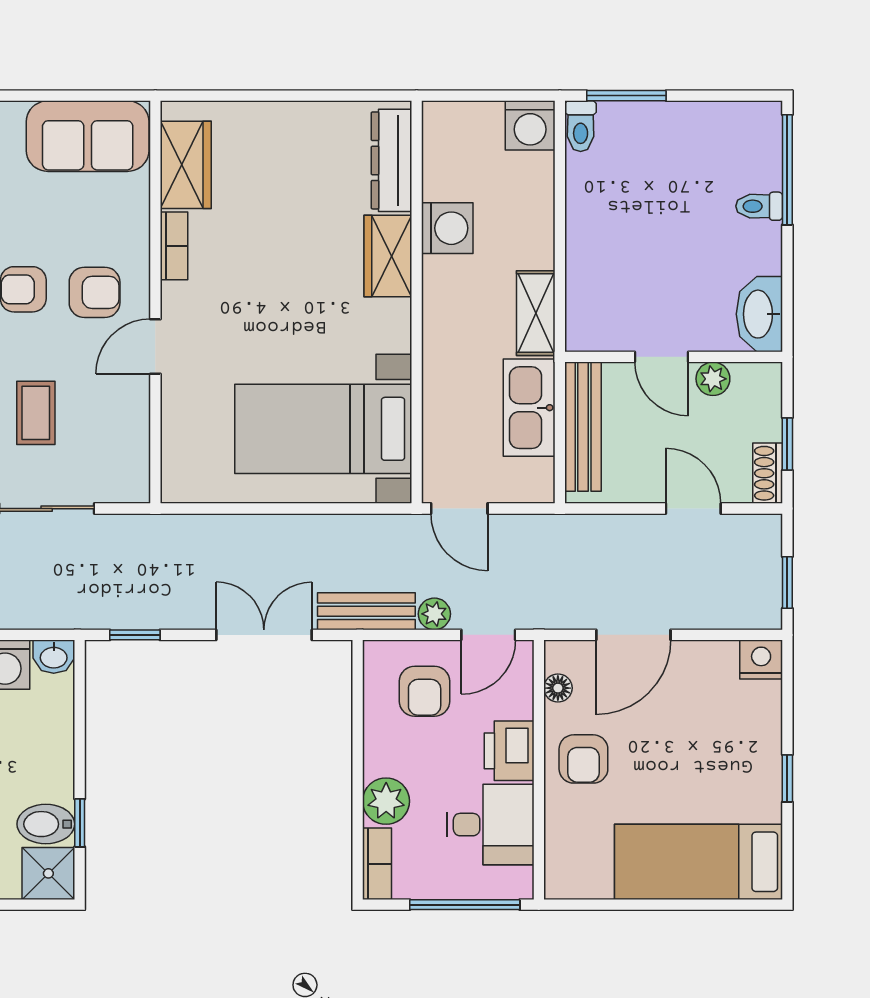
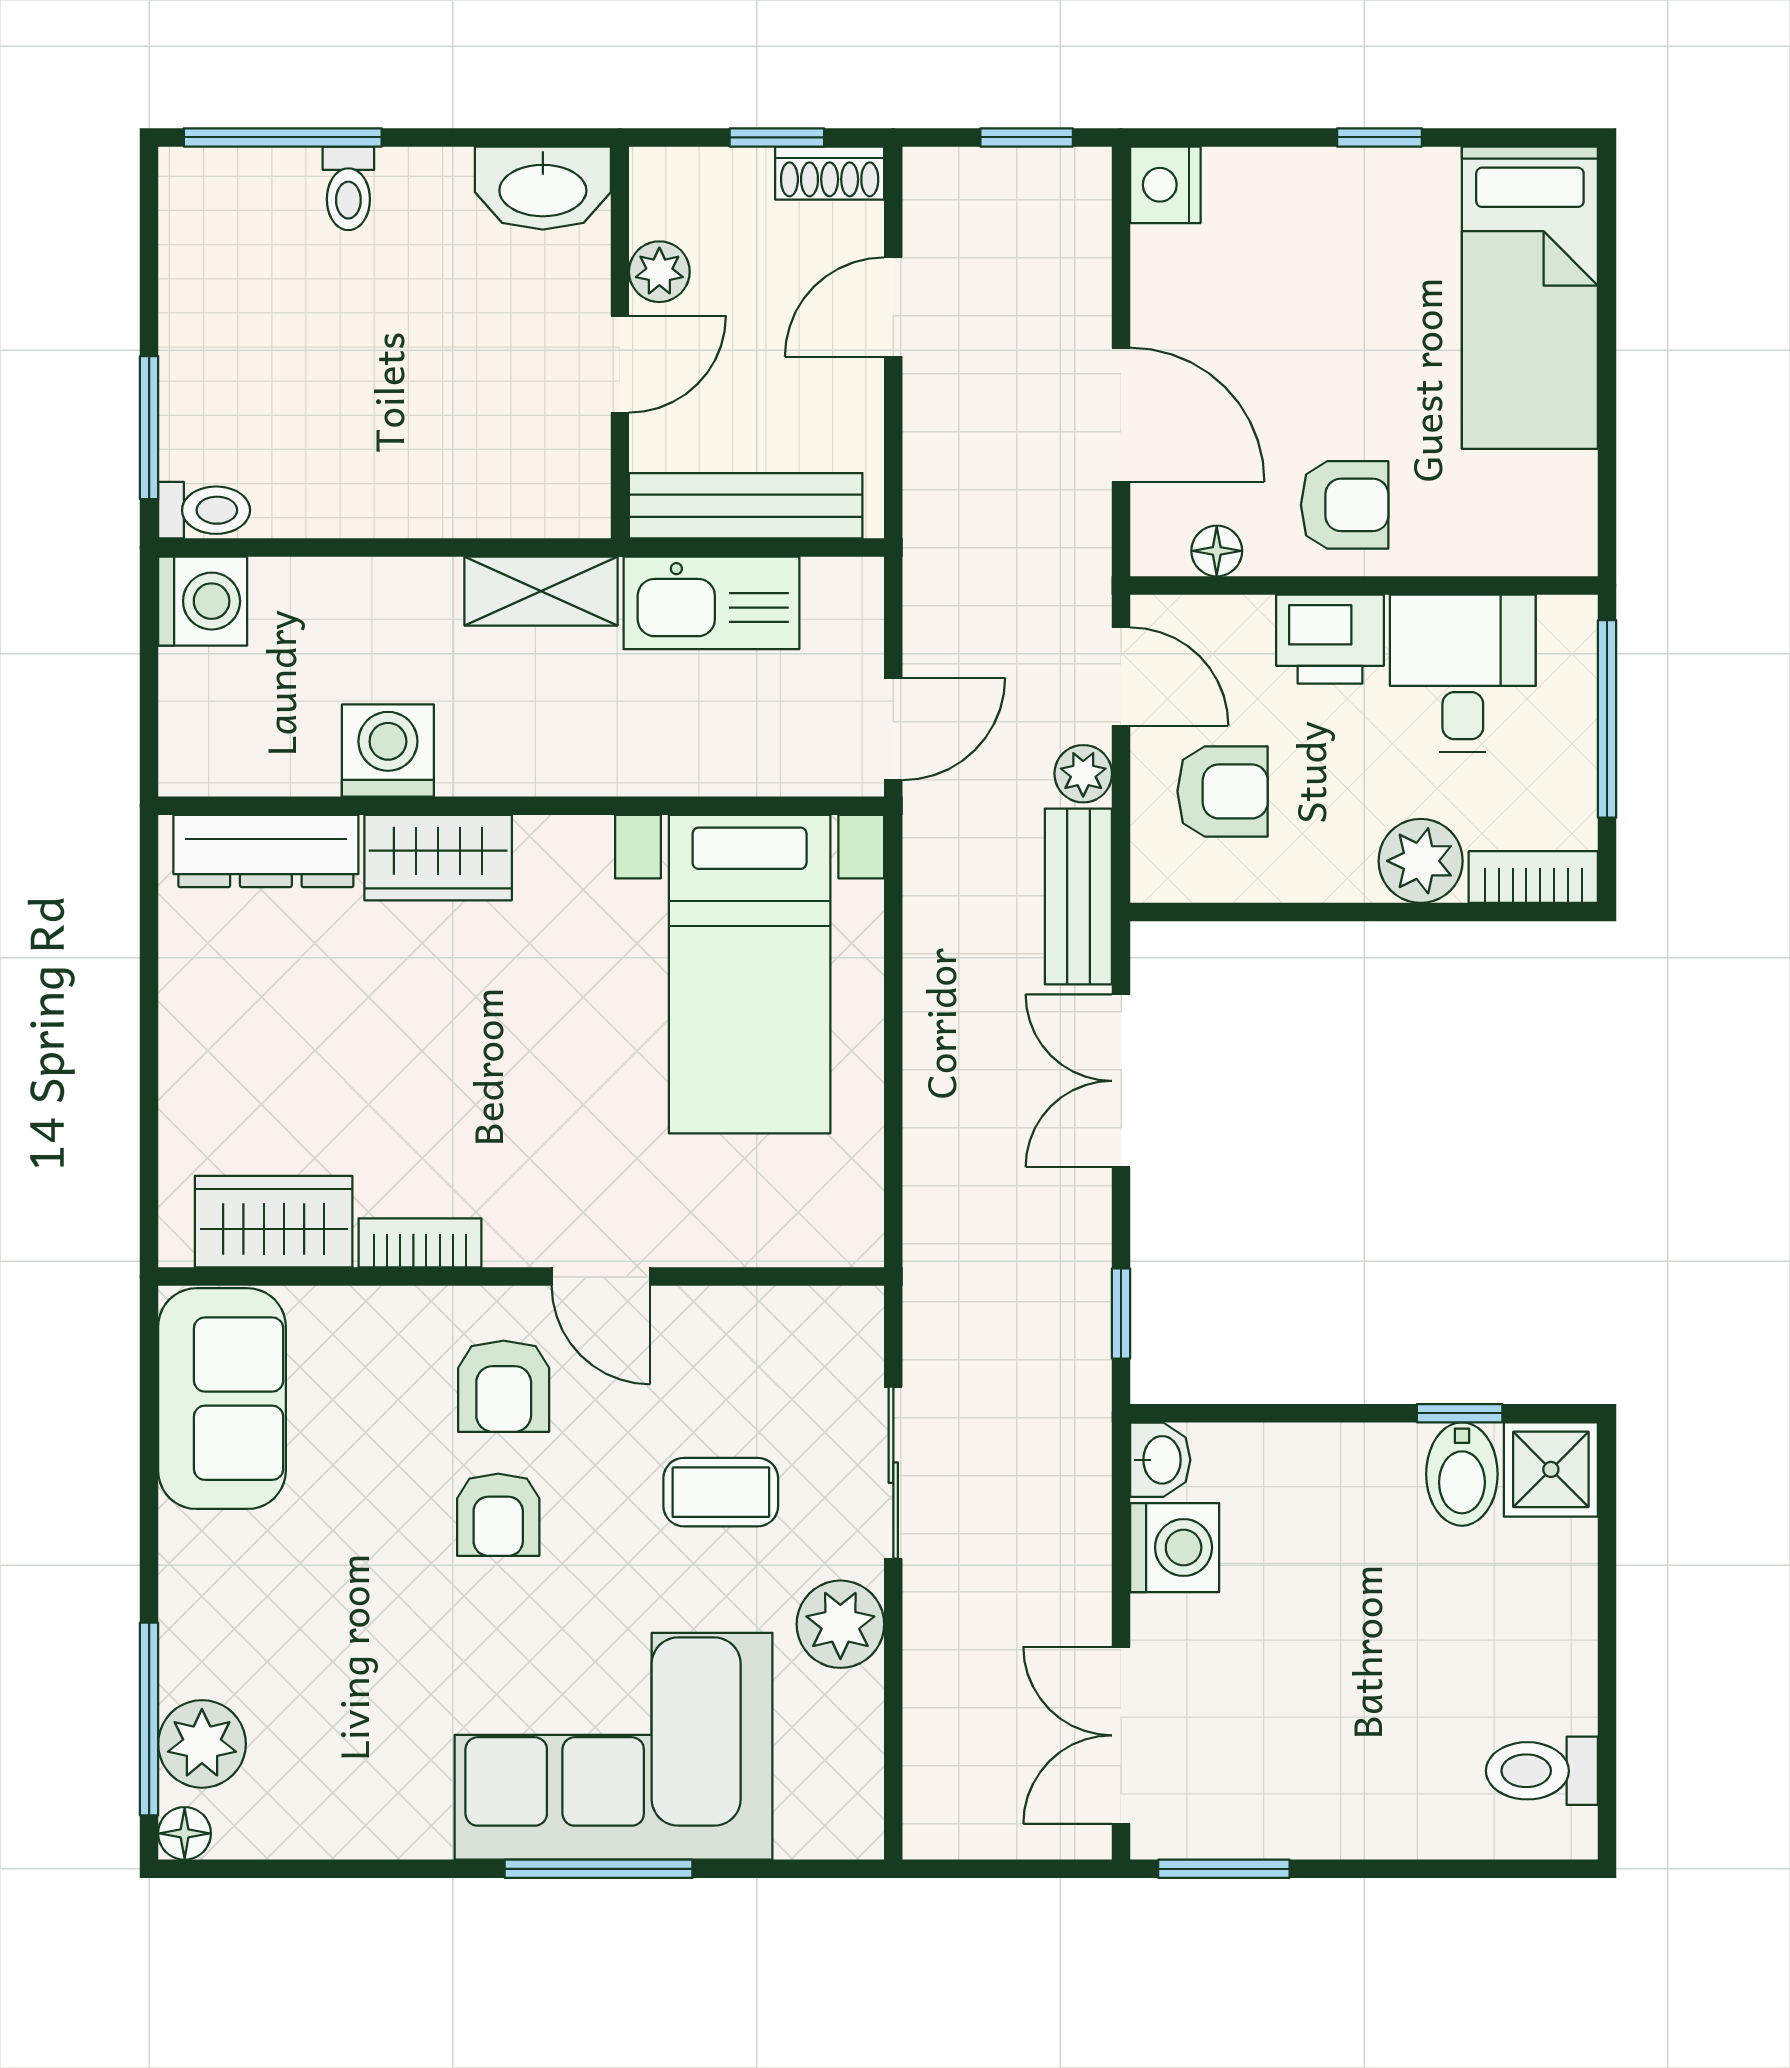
armchair: (95, 292) -> (504, 1386), turned 180

